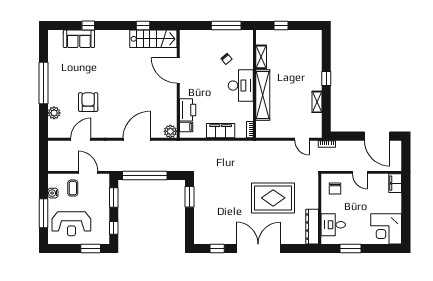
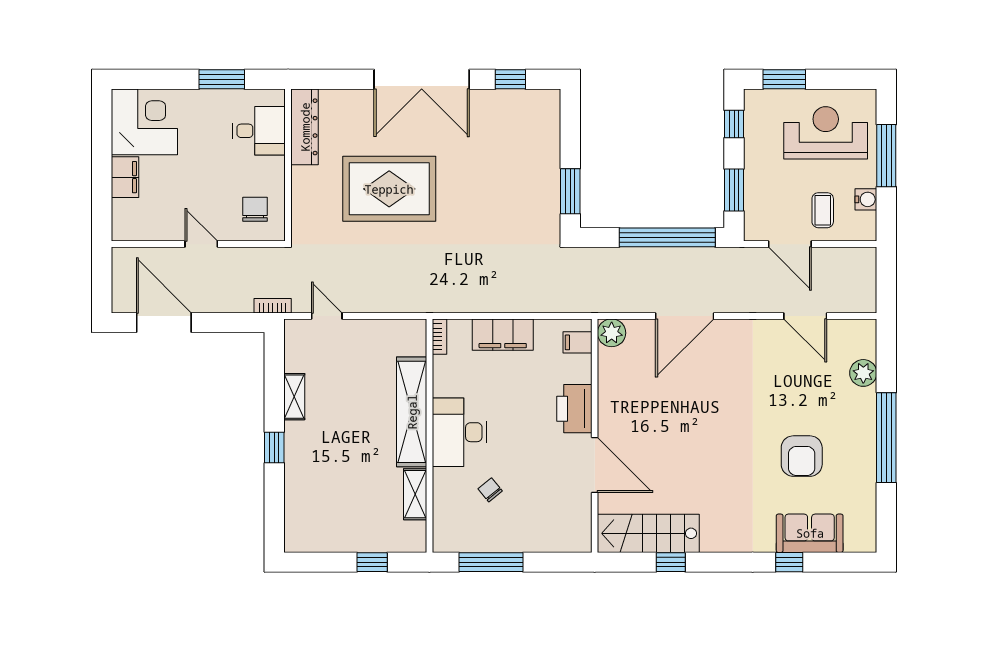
armchair: (88, 102) -> (802, 456), moved
printer: (188, 110) -> (574, 409), moved
door: (81, 139) -> (805, 316), hinge flipped
filing cabinet: (395, 183) -> (125, 177), moved

